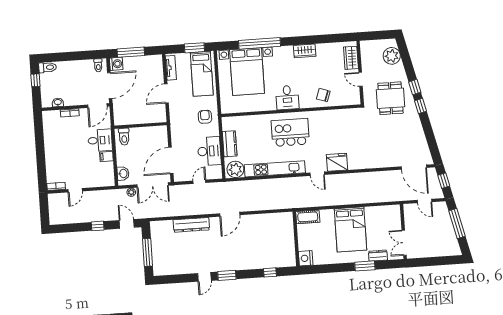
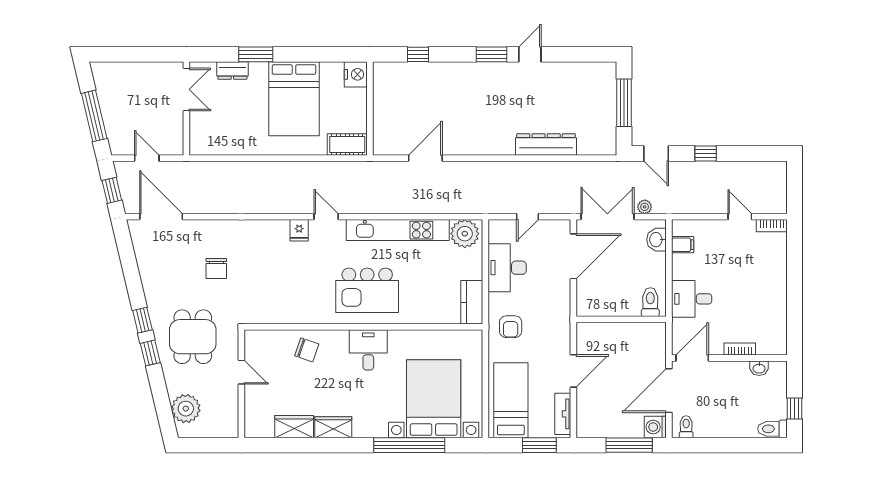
window: (194, 48) -> (539, 445), moved
wardrobe: (351, 58) -> (294, 427), moved, turned -90
chair: (379, 139) -> (216, 268), added
kitchen counter: (230, 144) -> (472, 302), moved
filing cabinet: (106, 156) -> (683, 245), moved
fridge: (337, 162) -> (299, 230), width x0.53, depth x0.75
door: (75, 190) -> (740, 217), hinge flipped
door: (230, 214) -> (425, 158), moved
bed: (351, 229) -> (294, 99), moved, turned 180

